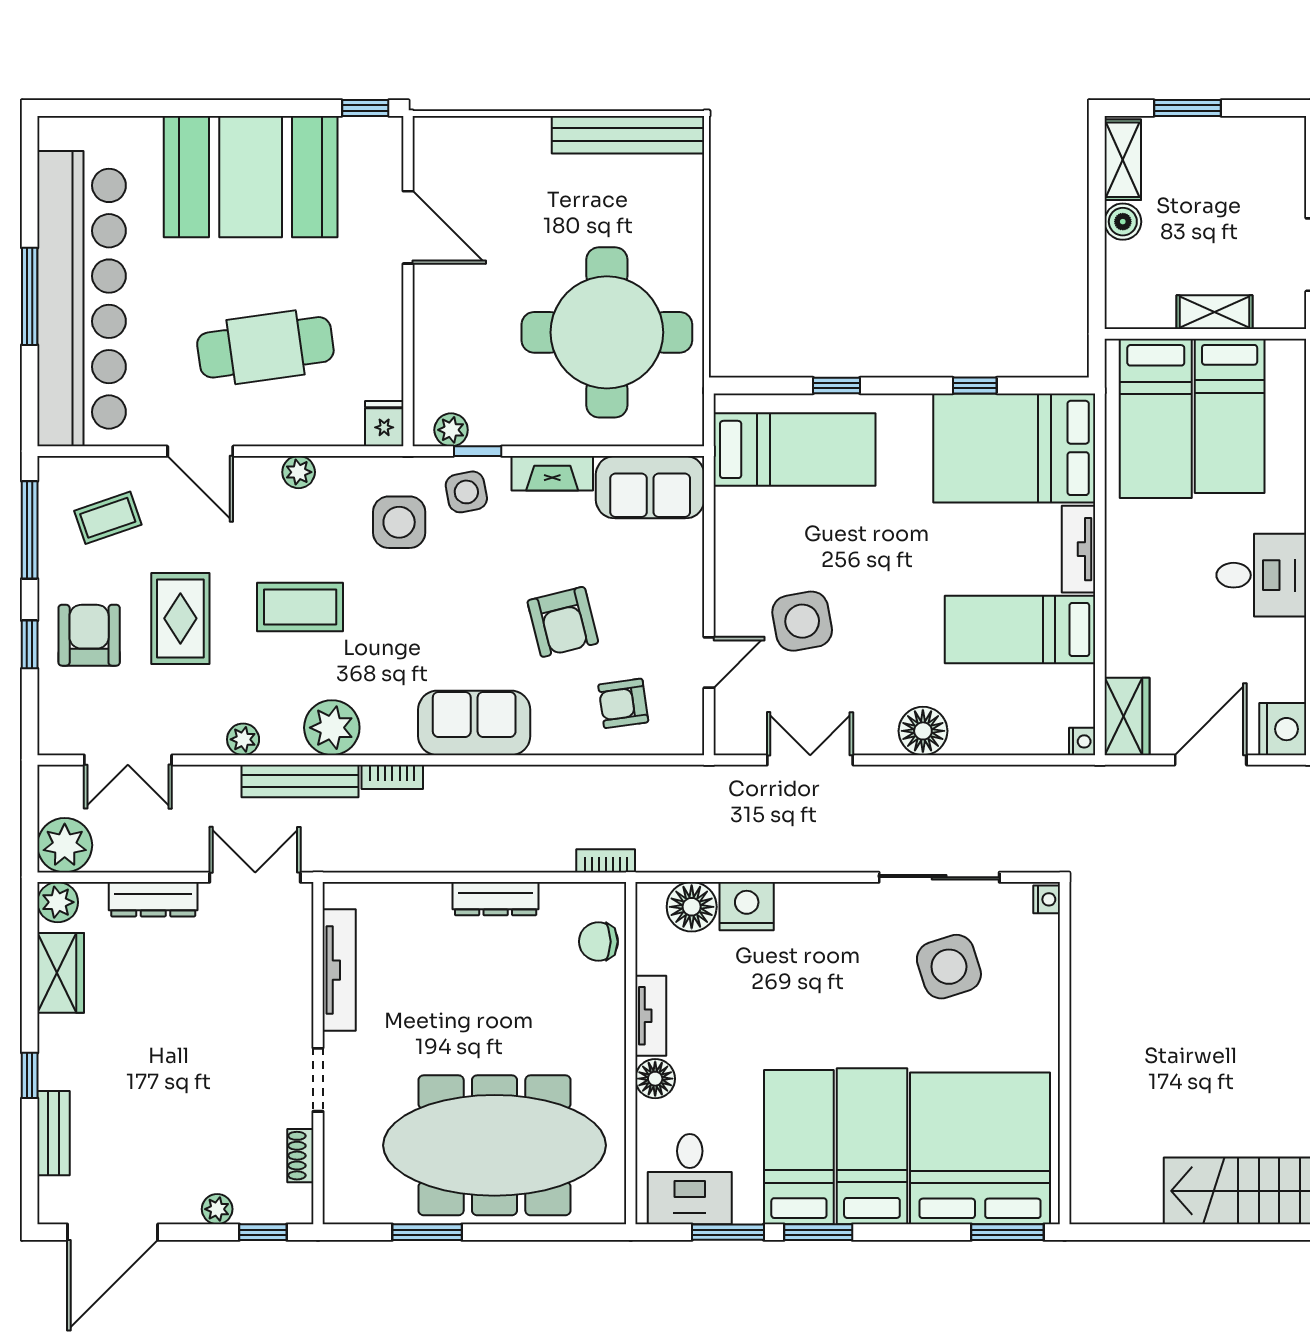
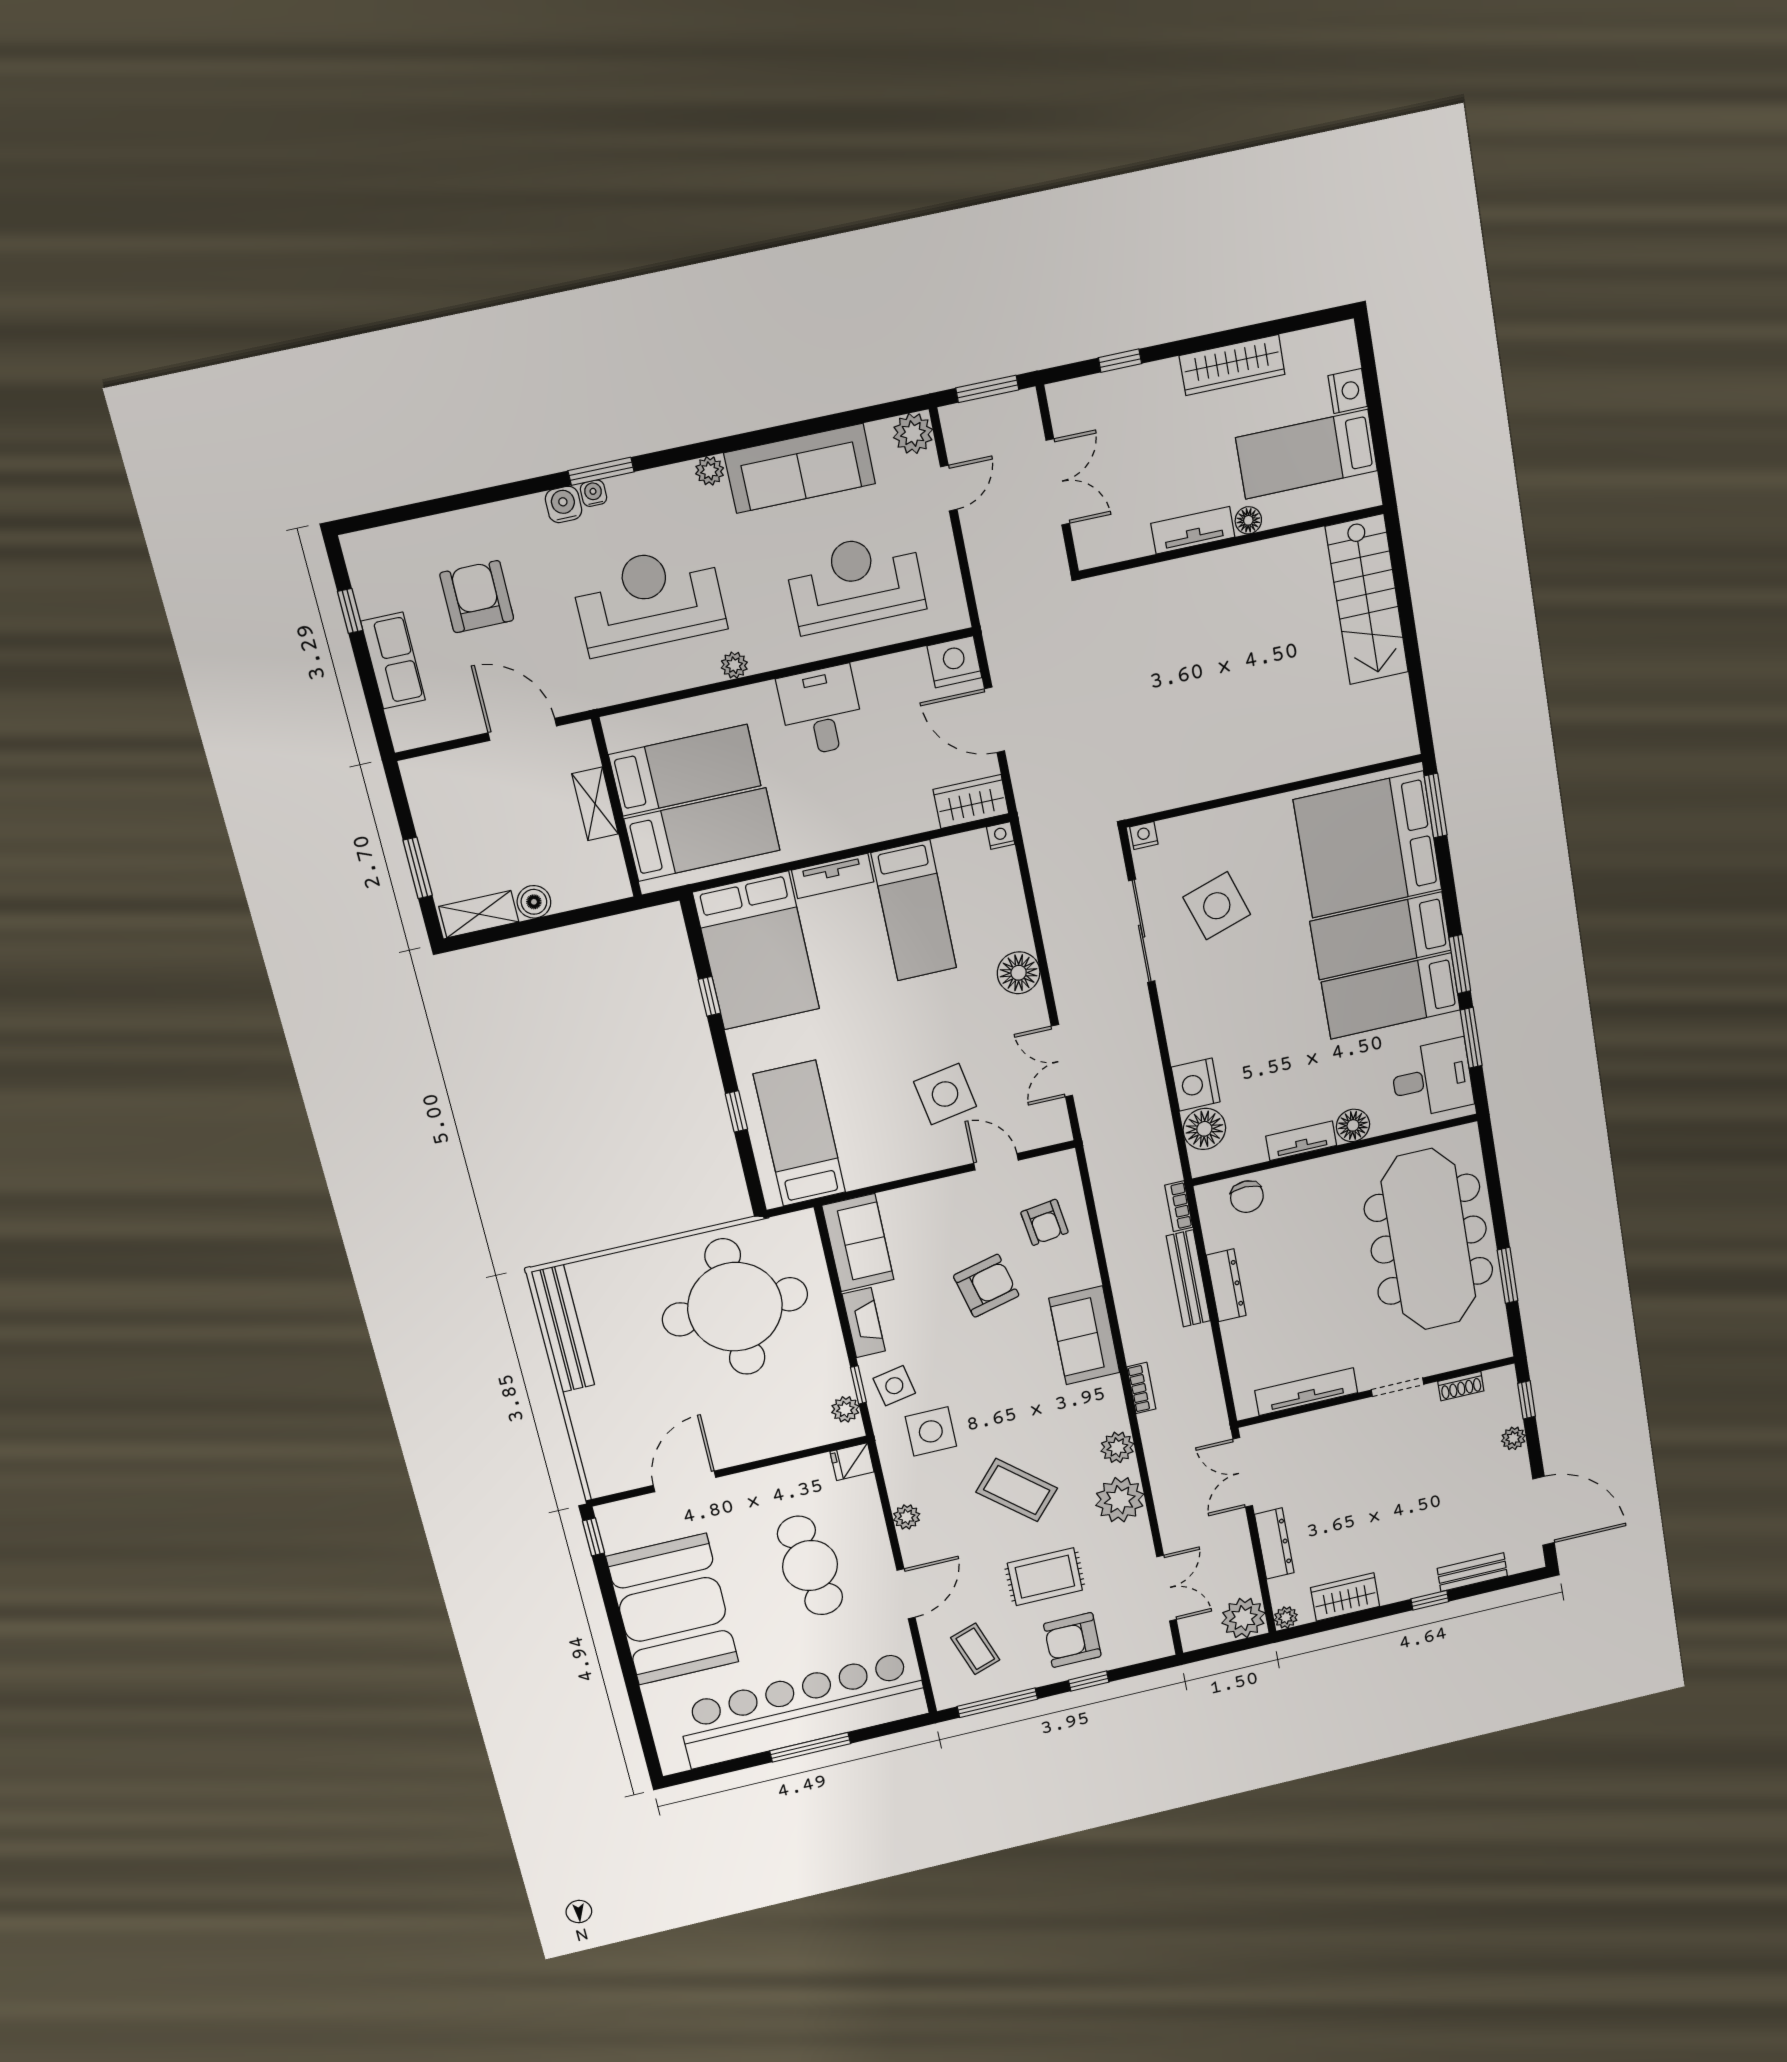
coffee table: (300, 607) -> (1017, 1490), turned -49
plant: (332, 728) -> (1117, 1447), width x0.73, depth x0.73
plant: (243, 739) -> (1120, 1500), width x1.87, depth x1.87
bench: (300, 781) -> (1188, 1278), moved
plant: (58, 902) -> (1286, 1617), width x0.73, depth x0.73

